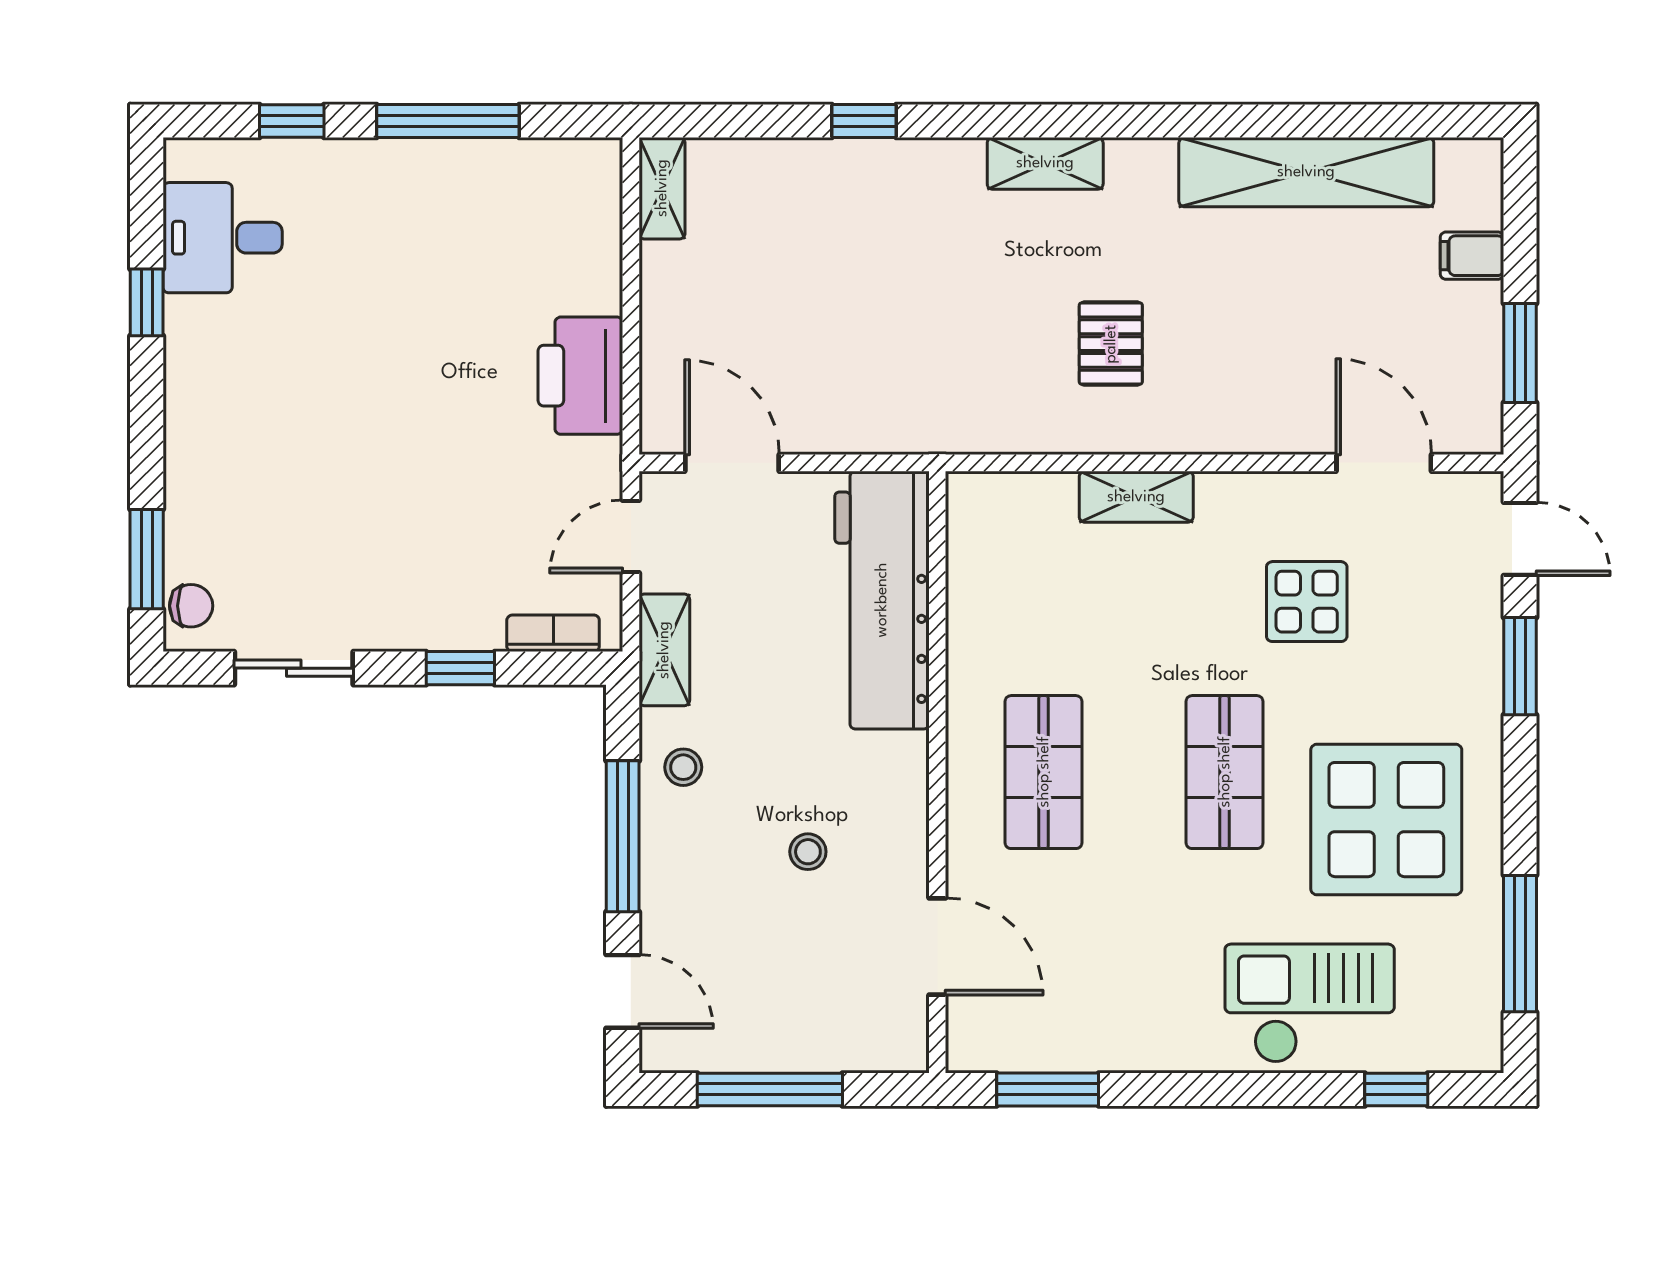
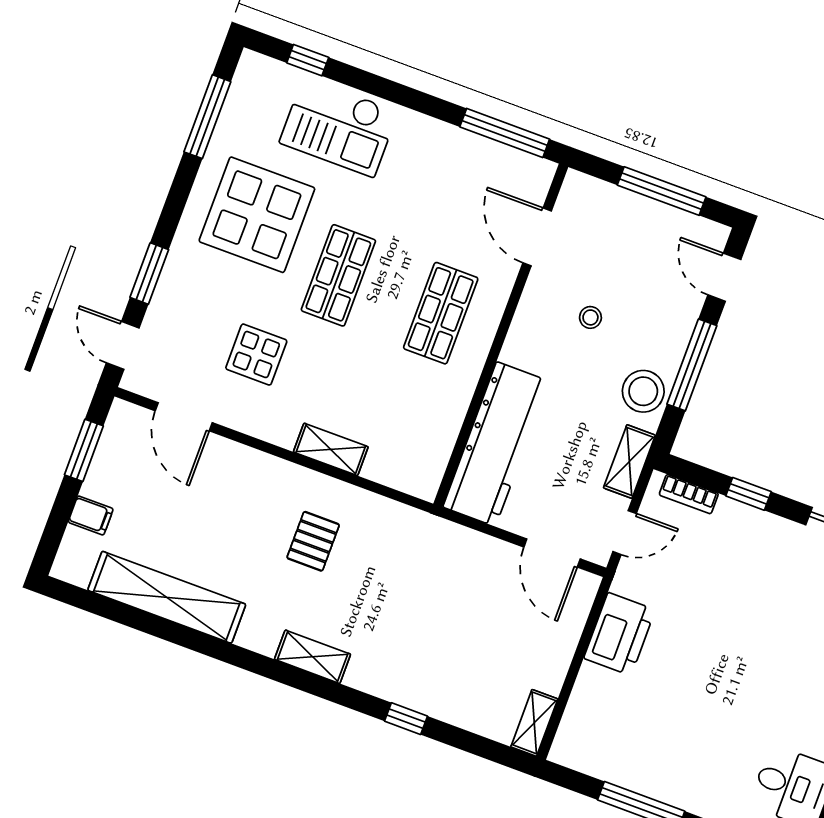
stool: (683, 767) -> (643, 391), width x1.89, depth x1.89
window: (1048, 1089) -> (505, 133), width x1.44

